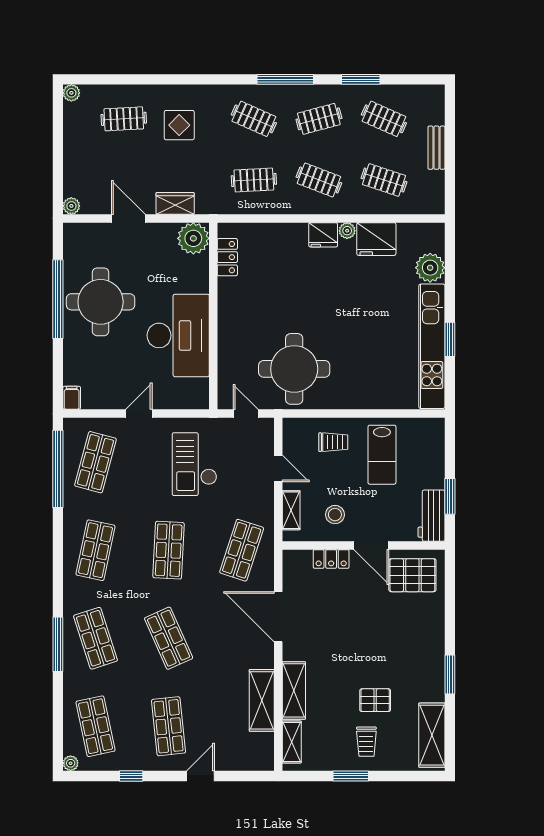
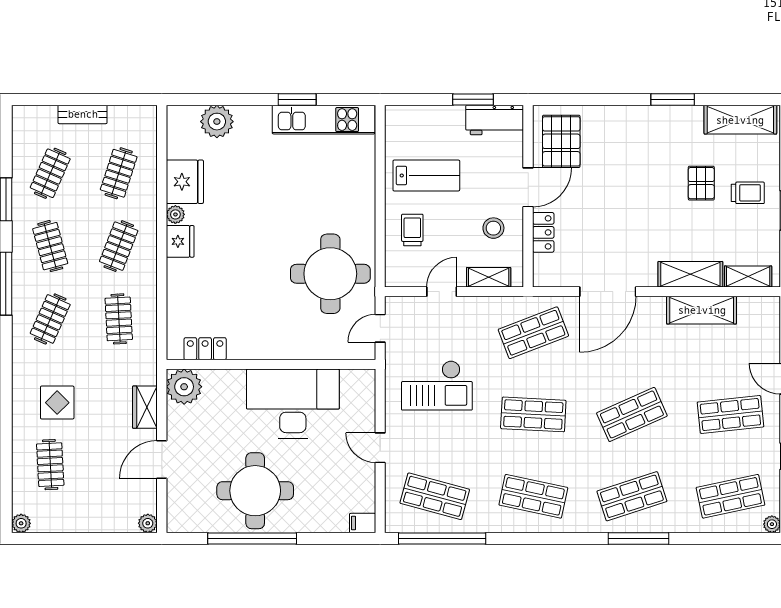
kitchen unit: (432, 346) -> (324, 120), width x0.73
shop shelf: (242, 550) -> (533, 333), turned -39

